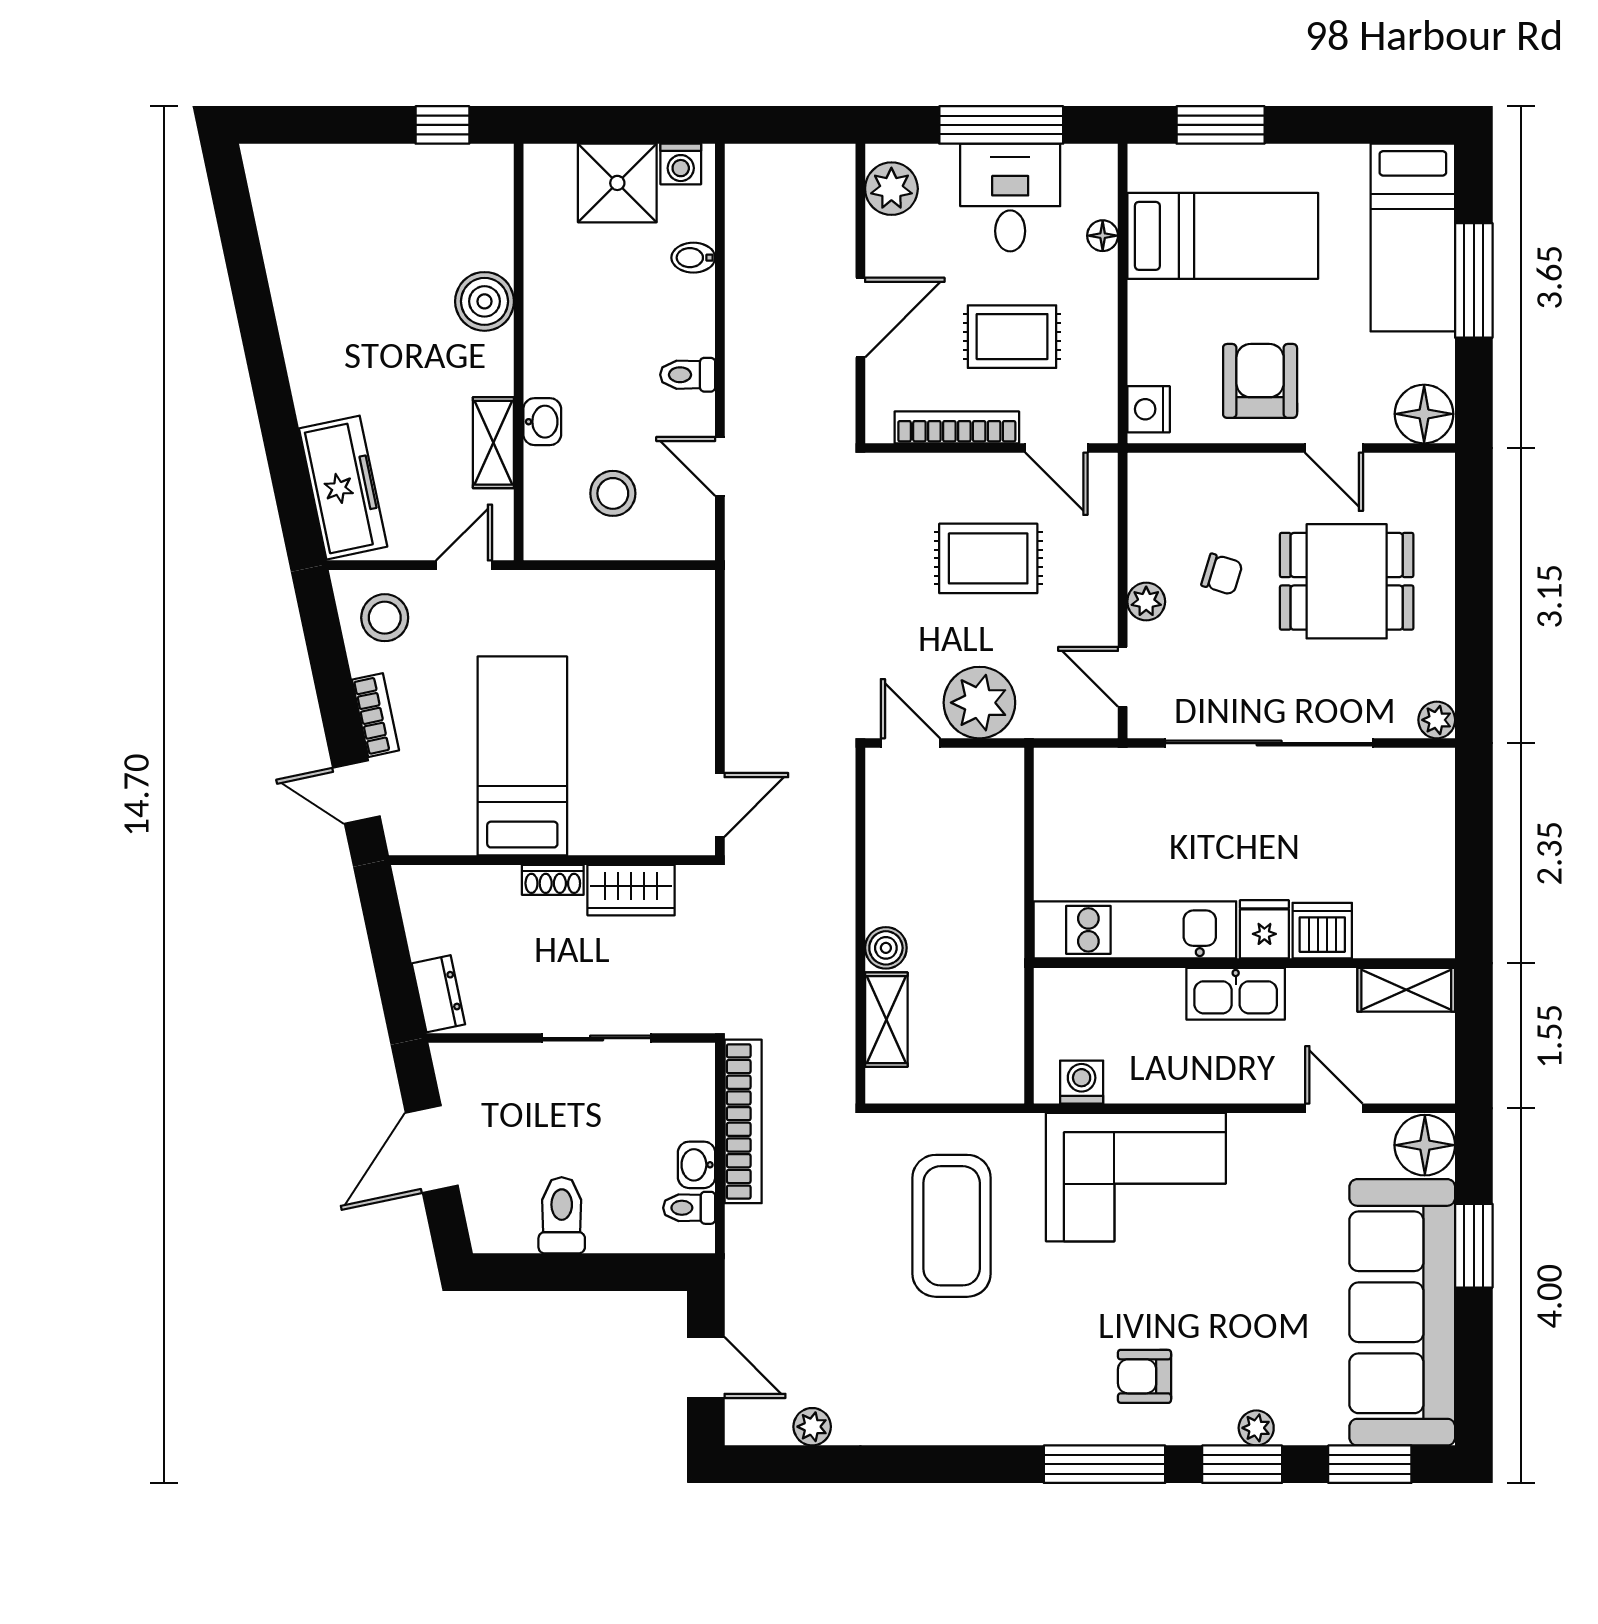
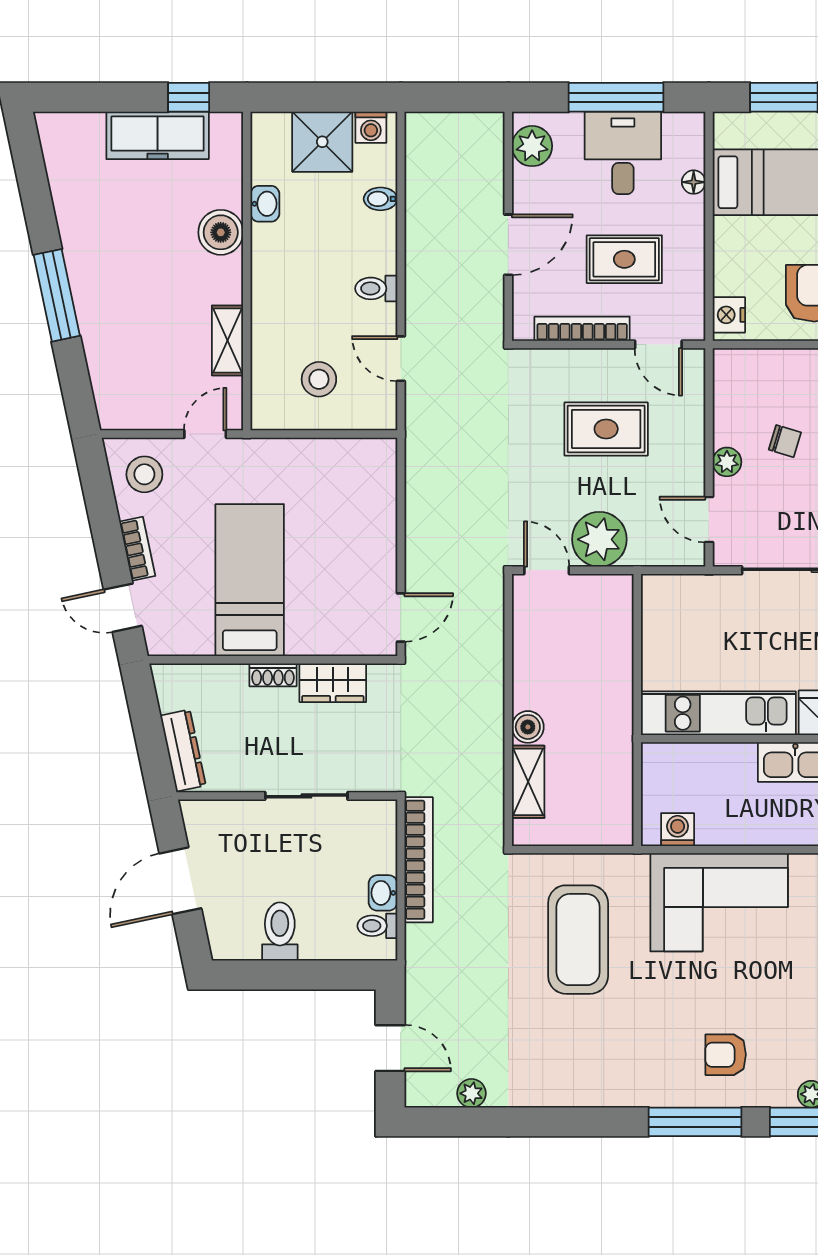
window: (270, 384) -> (57, 295), added
washbasin: (542, 422) -> (265, 204), moved
freezer: (343, 488) -> (158, 135), moved, turned 102
dresser: (438, 994) -> (183, 750), width x1.44

